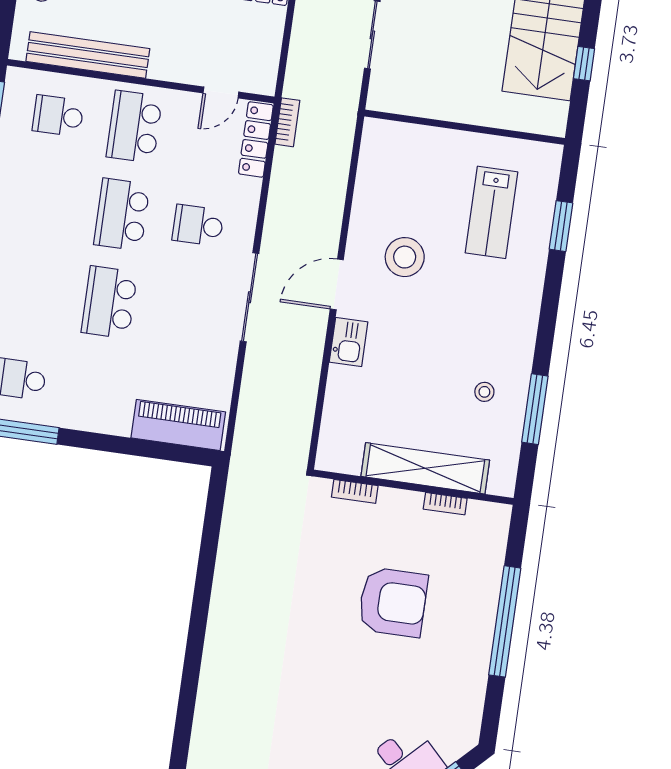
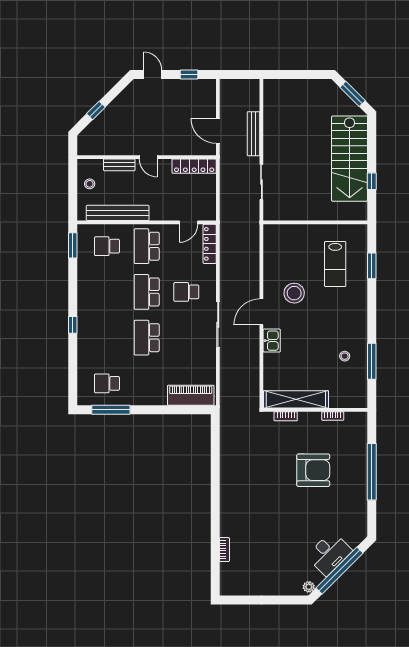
bookcase: (287, 122) -> (224, 550), moved
shelving: (425, 468) -> (296, 399), moved

